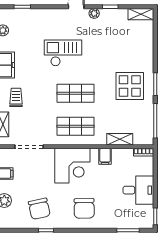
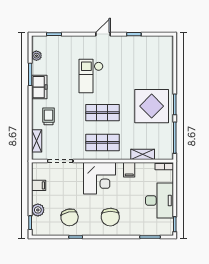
plant: (94, 13) -> (119, 40), removed
shelving: (141, 14) -> (162, 41), removed
checkout: (63, 53) -> (91, 76), turned -90
display table: (130, 86) -> (152, 106), width x1.36, depth x1.36
desk: (138, 190) -> (159, 200), width x1.37

